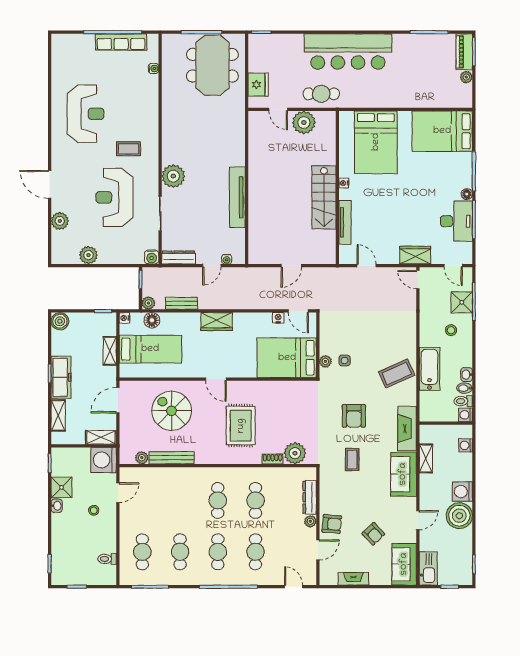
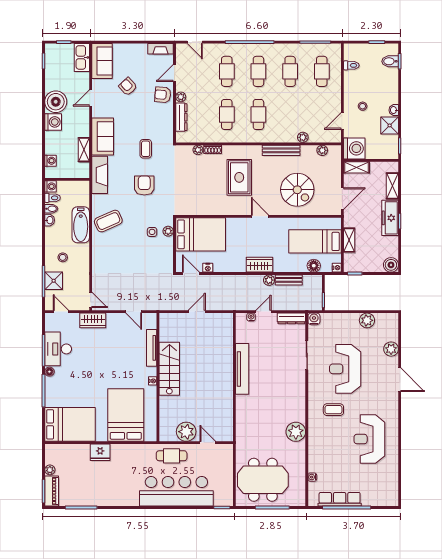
bar counter: (348, 51) -> (176, 491), moved
meeting table: (212, 65) -> (263, 480), turned 90
fridge: (258, 85) -> (100, 452), moved, turned -90
plant: (173, 176) -> (296, 432), moved
reception desk: (114, 197) -> (345, 369), turned 180
plant: (148, 303) -> (269, 280), moved
plant: (295, 453) -> (198, 150), width x0.53, depth x0.53
bench: (172, 458) -> (281, 150), moved
plant: (165, 473) -> (303, 137), added
bidet: (61, 564) -> (390, 61), added
fireplace: (353, 579) -> (161, 49), moved

